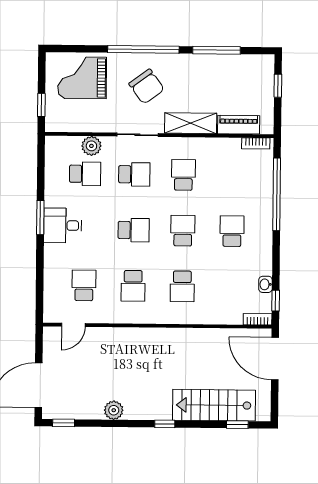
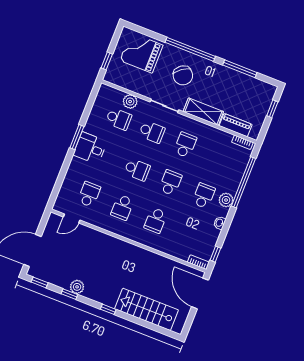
plant: (263, 226) -> (226, 200), added
washbasin: (265, 284) -> (220, 223), moved
window: (237, 425) -> (69, 294), moved

